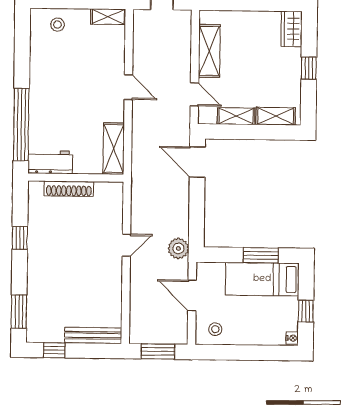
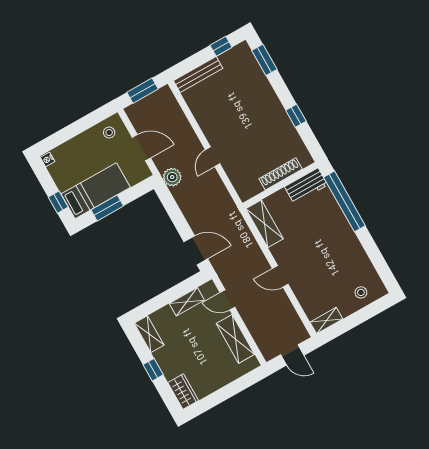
shelving: (276, 116) -> (149, 334), moved, turned 90
window: (306, 311) -> (58, 202), moved

